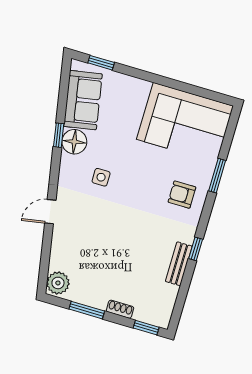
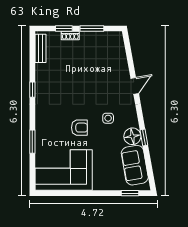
armchair: (182, 195) -> (79, 128), moved
bench: (179, 264) -> (41, 48), moved
plant: (58, 283) -> (116, 41), removed
window: (146, 328) -> (64, 29), moved

